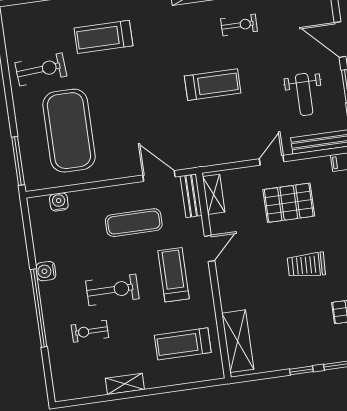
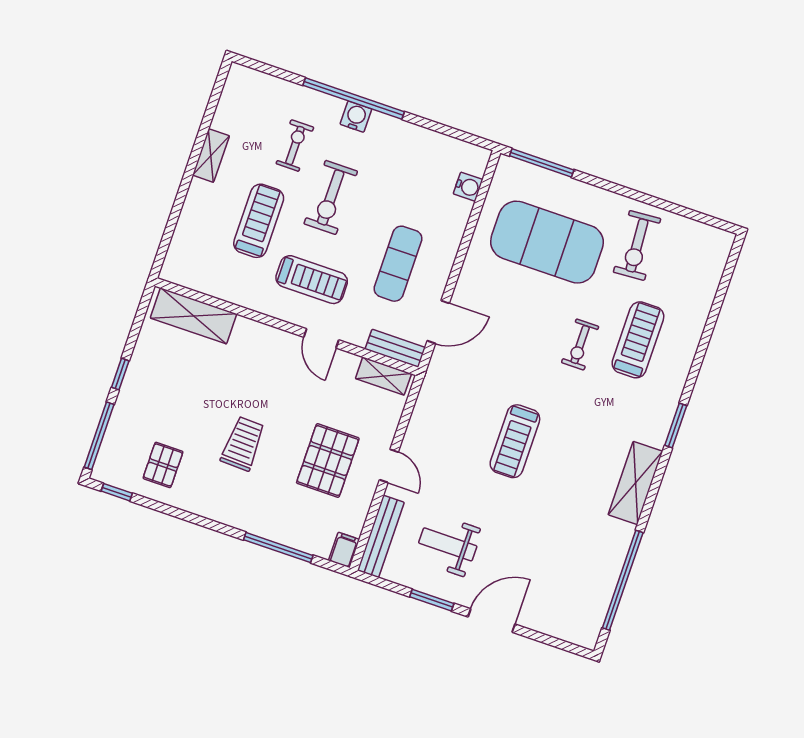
exercise bike: (239, 25) -> (580, 345), moved
water cooler: (46, 271) -> (356, 117), moved
treadmill: (183, 344) -> (259, 221), moved

